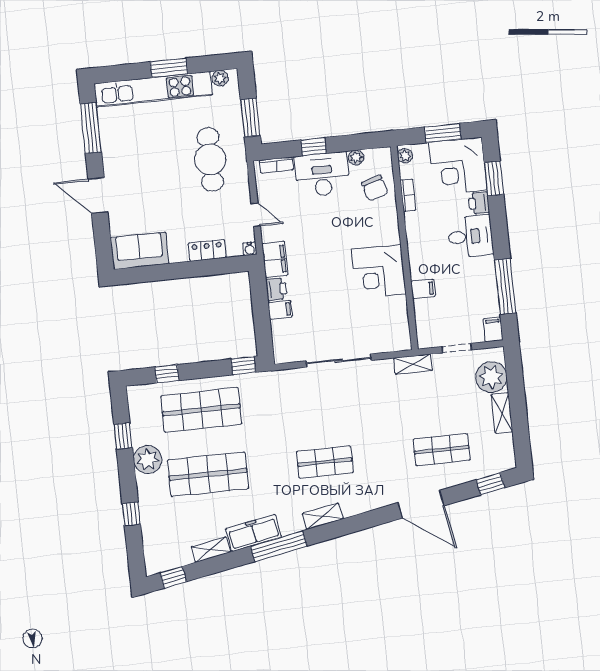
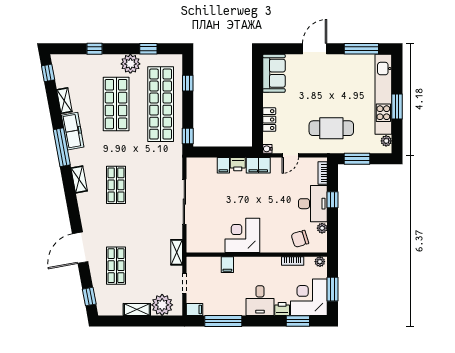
shop shelf: (201, 410) -> (161, 104), width x1.40

